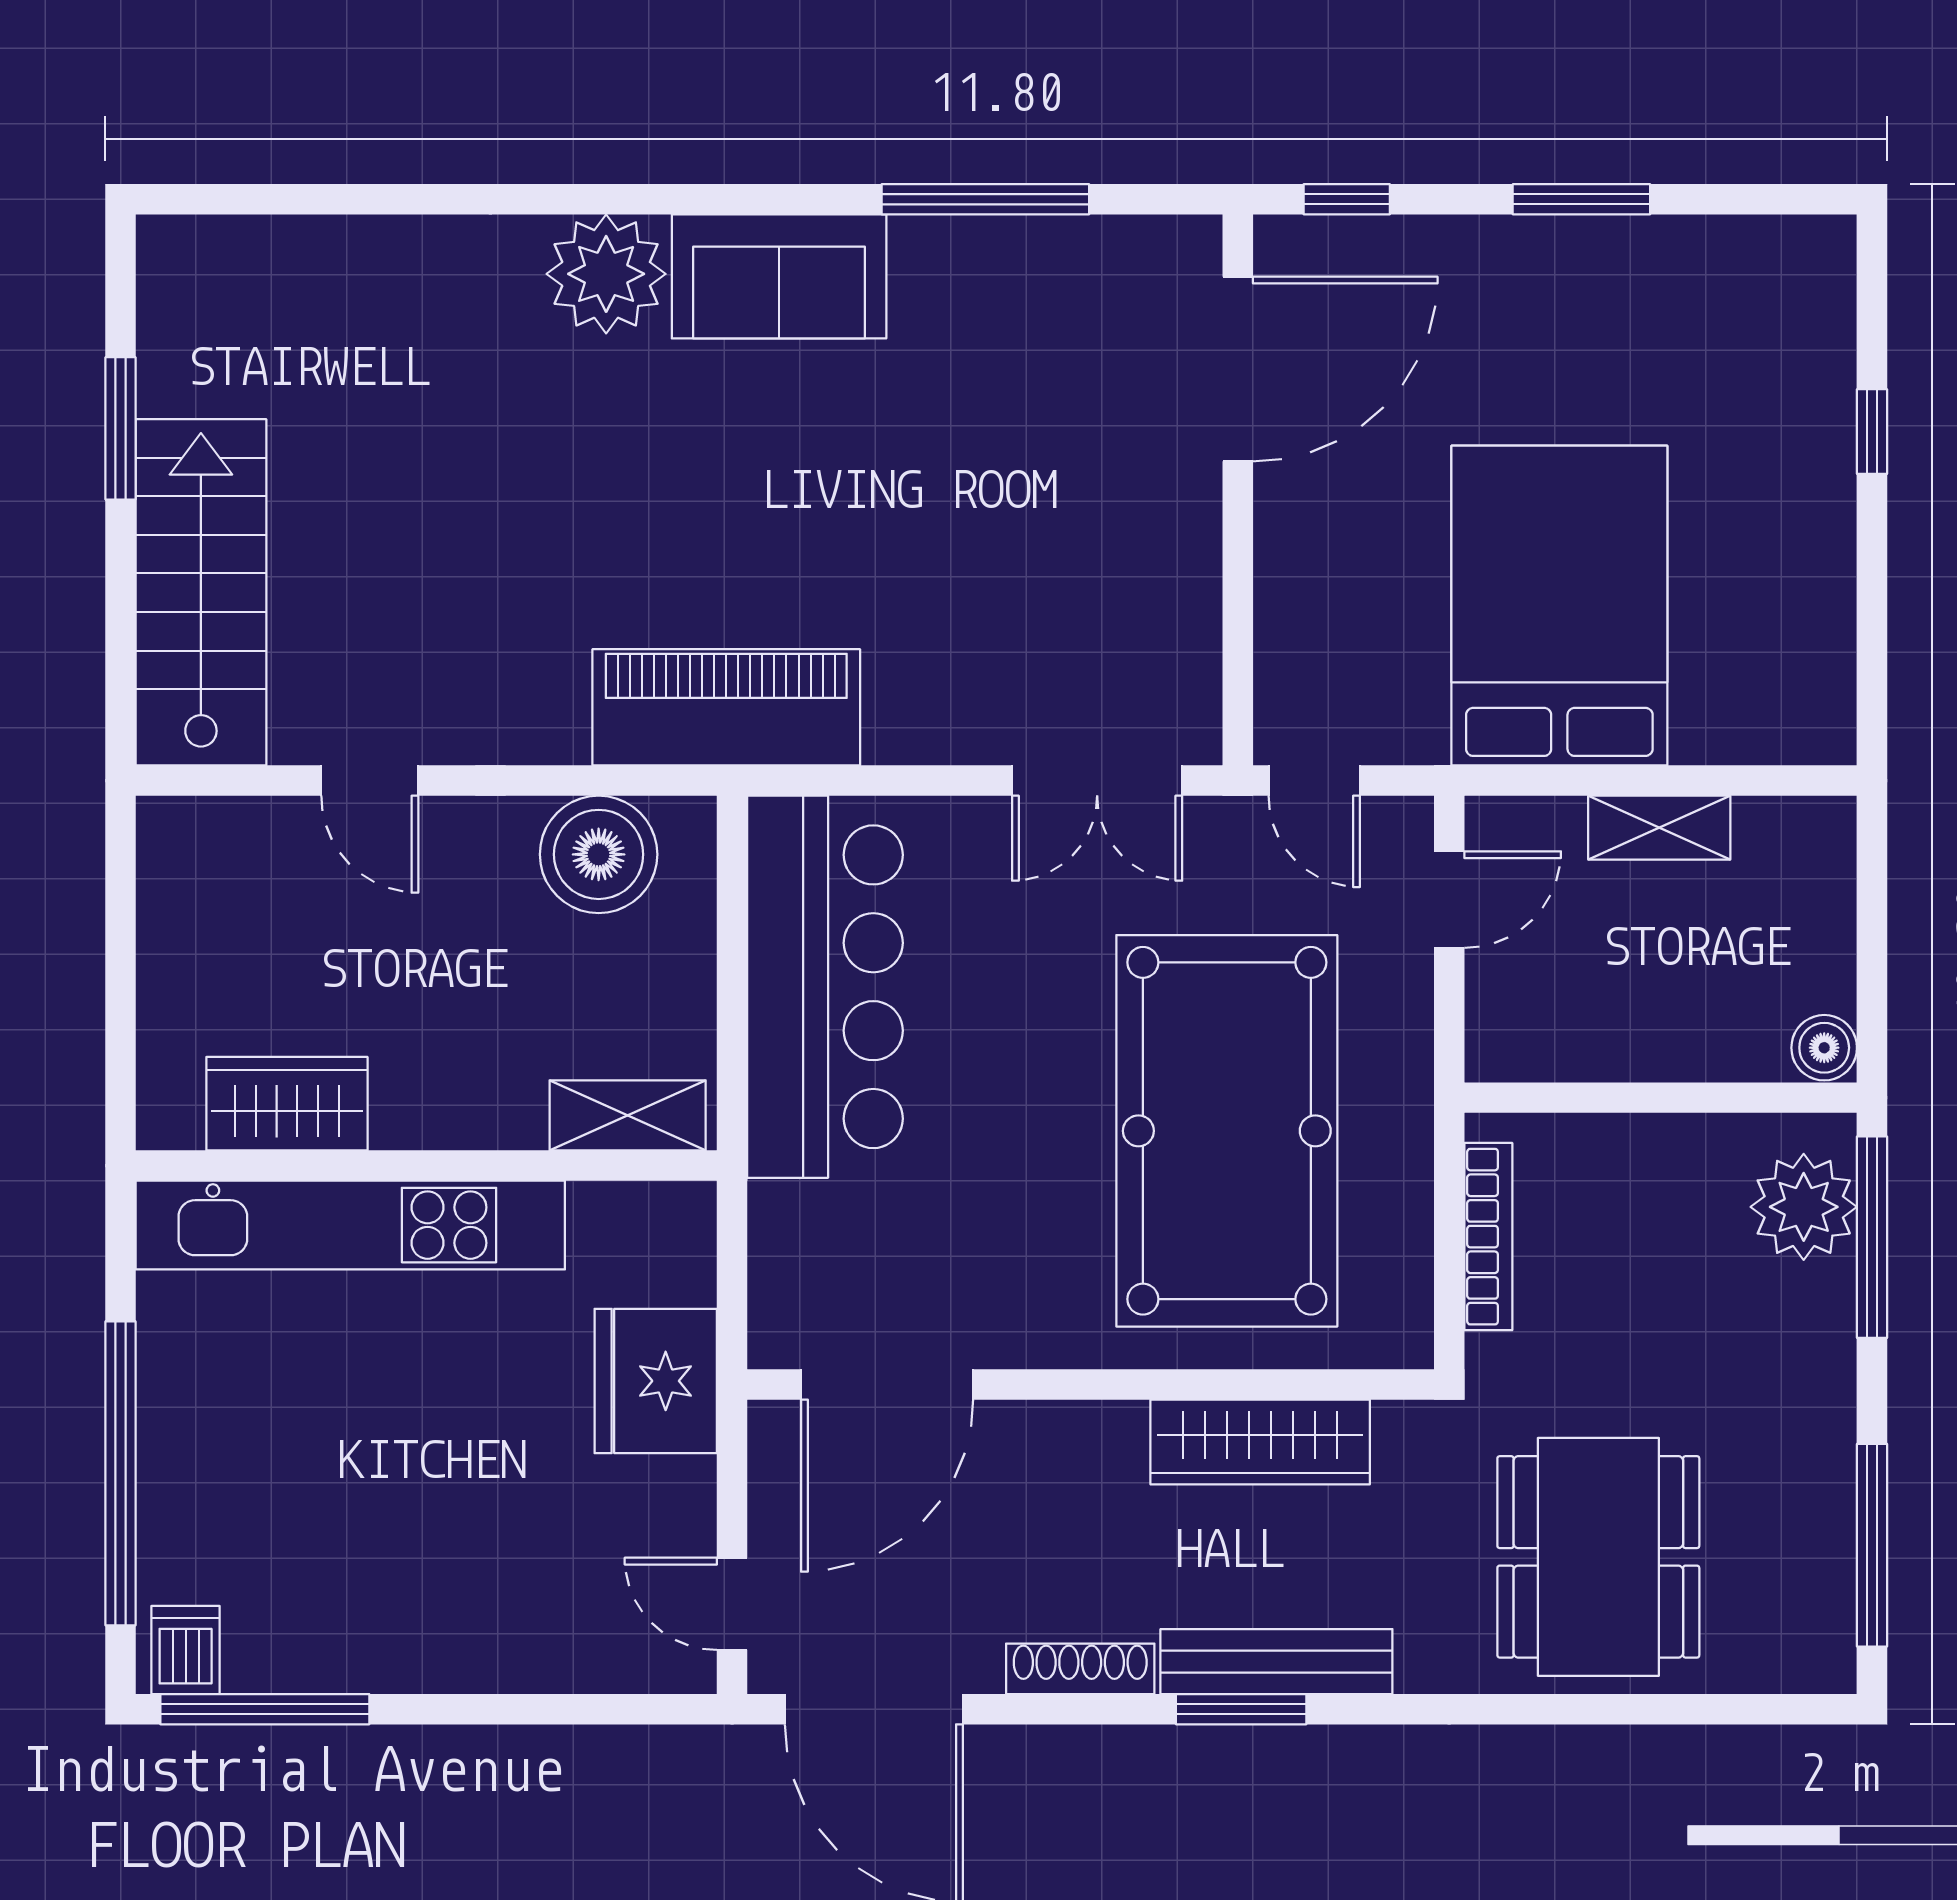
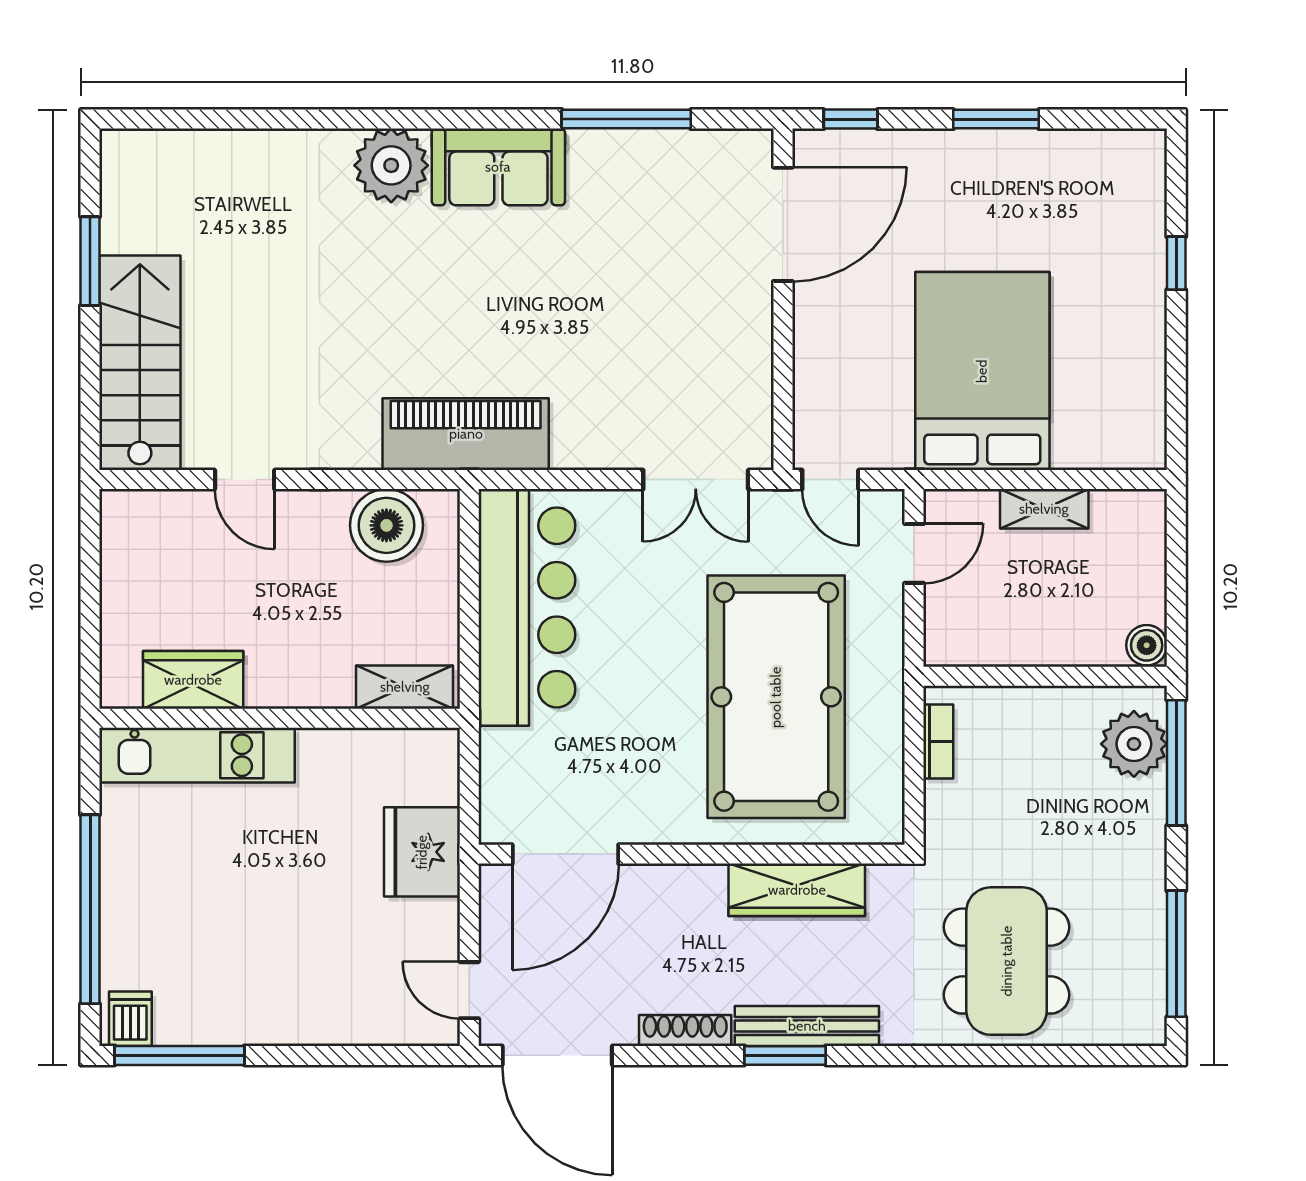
kitchen unit: (350, 1225) -> (197, 755), width x0.73
bookcase: (1488, 1237) -> (938, 741), width x0.64

